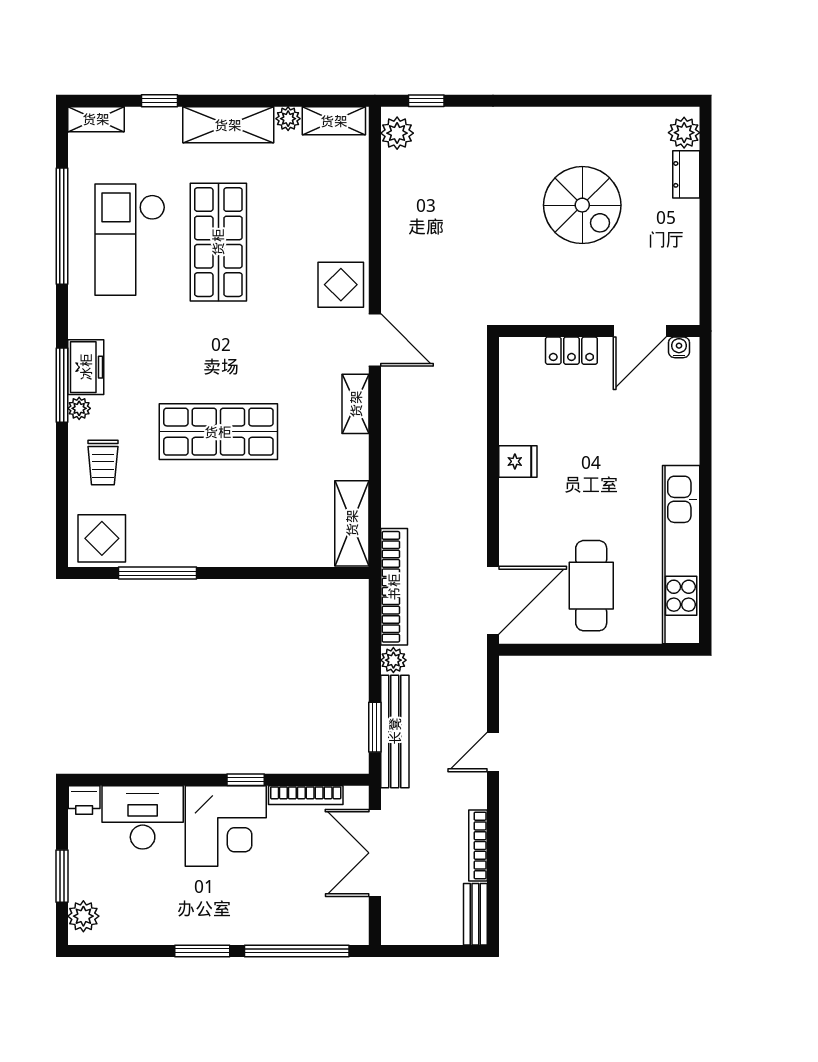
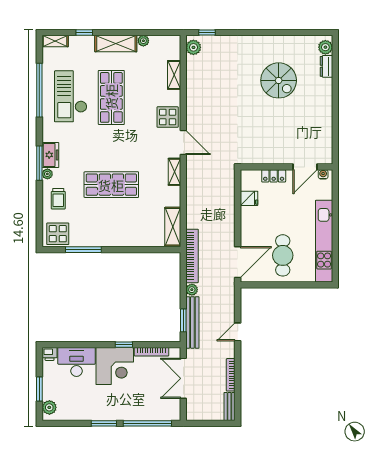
shelving: (334, 121) -> (174, 75), moved, turned 90
wall: (599, 331) -> (286, 167), moved
door: (640, 331) -> (305, 167), moved
water cooler: (679, 347) -> (323, 174), moved
locker: (571, 351) -> (274, 176), moved

